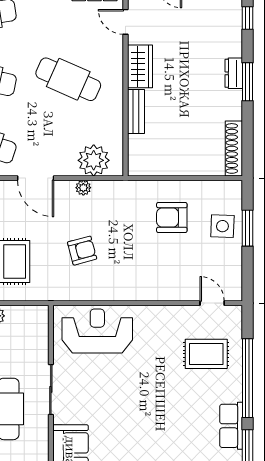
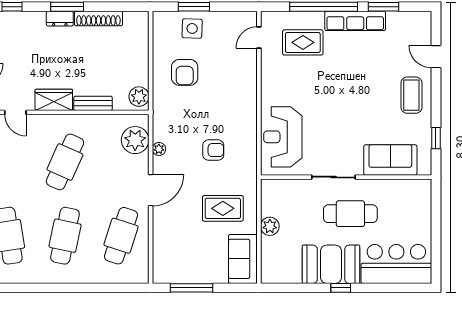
door: (126, 22) -> (15, 112), hinge flipped
shoe rack: (234, 148) -> (98, 19), moved
plant: (144, 165) -> (139, 97), added
armchair: (82, 251) -> (213, 150), turned 105
rug: (206, 354) -> (303, 42), turned 90
row of seats: (231, 426) -> (355, 21), width x1.48

